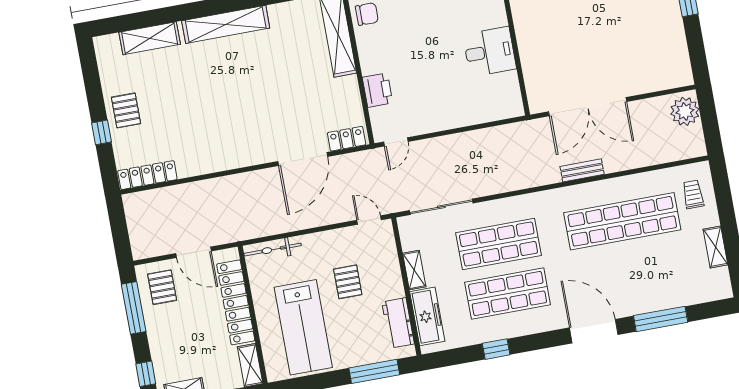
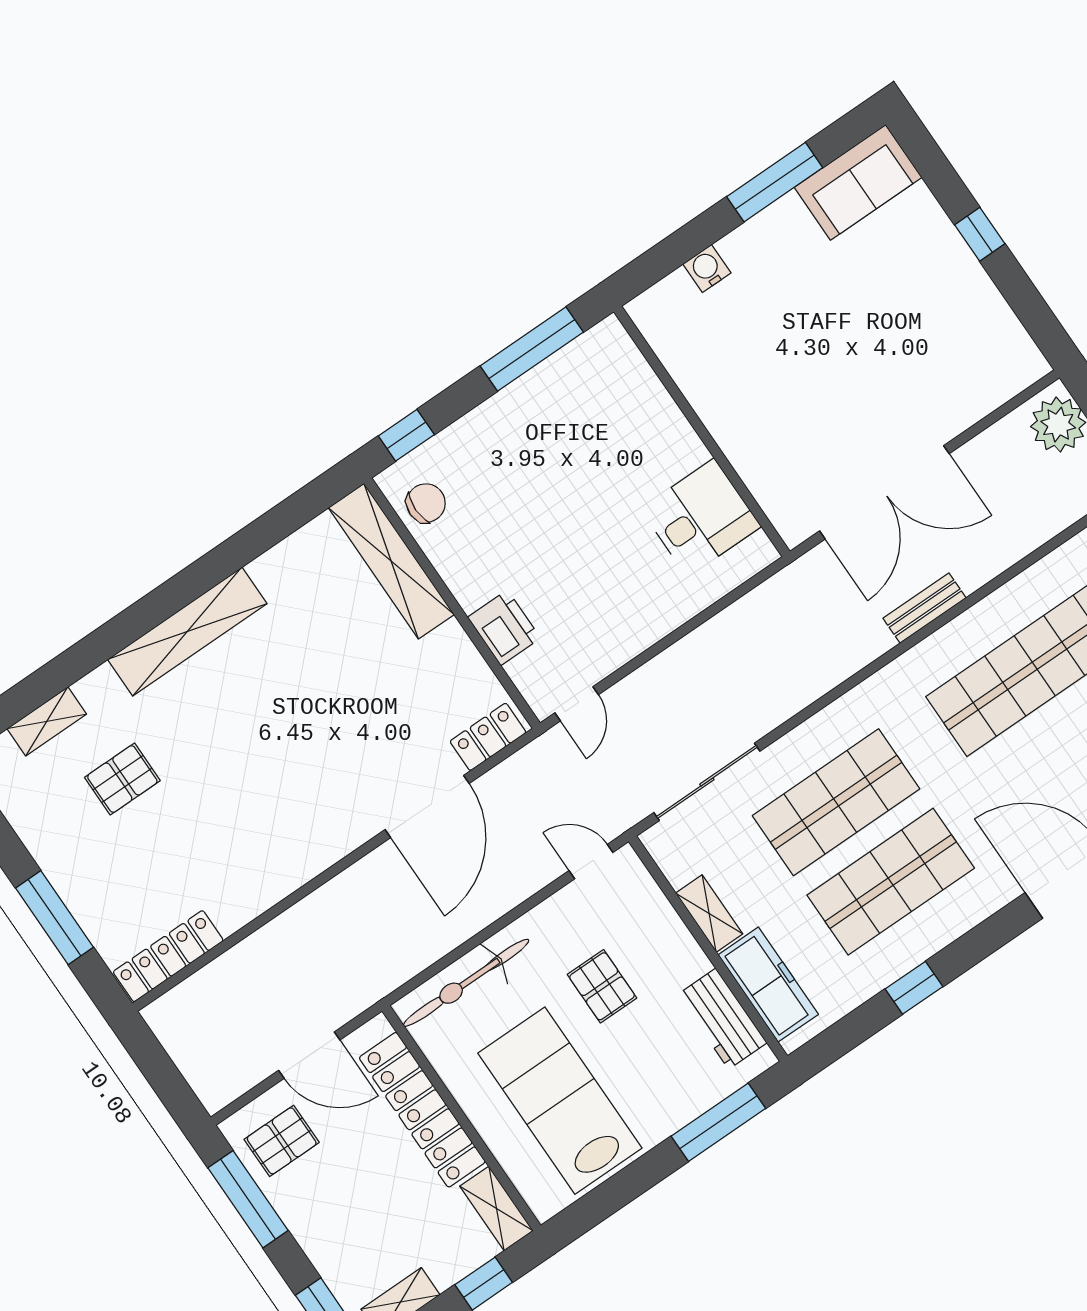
shelving: (150, 38) -> (47, 721), width x0.67, depth x0.75
desk: (490, 52) -> (701, 518), moved
pallet: (126, 110) -> (122, 779), moved, turned 90
window: (101, 132) -> (54, 918), width x2.17
bicycle: (273, 250) -> (466, 983), width x1.37, depth x1.40
pallet: (162, 287) -> (282, 1141), turned 90
lab bench: (303, 327) -> (560, 1101), turned 180

